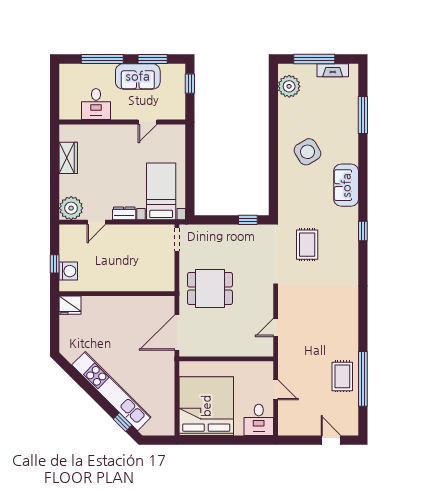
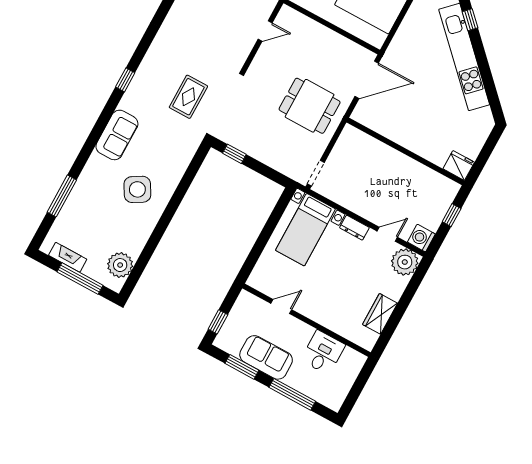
washing machine: (68, 271) -> (421, 238), moved

